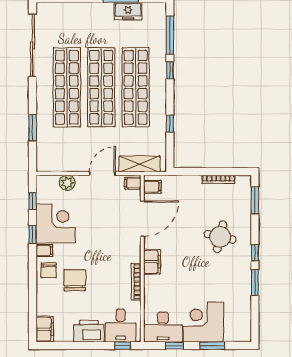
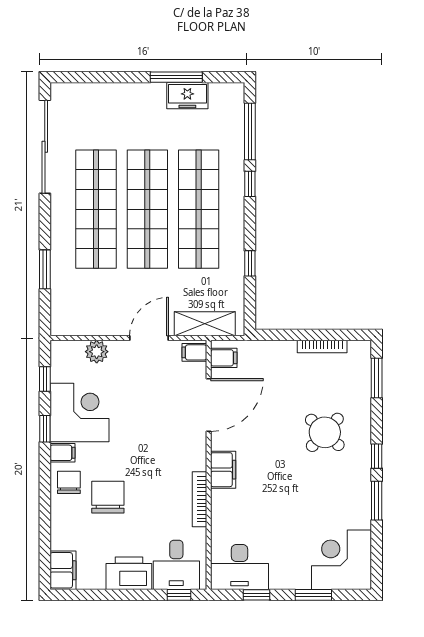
round table: (220, 237) -> (325, 432), turned 30
chair: (49, 270) -> (69, 482), turned 180
corner desk: (203, 322) -> (341, 560), moved

